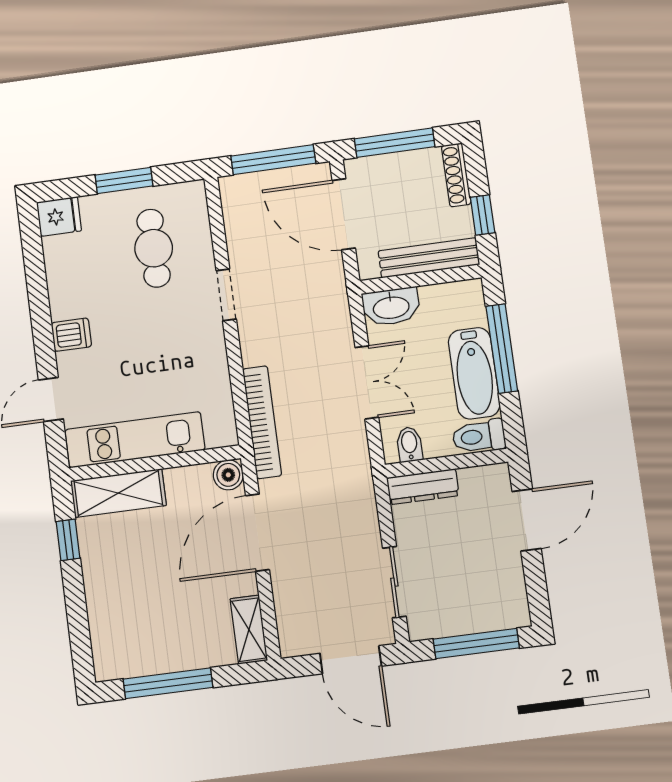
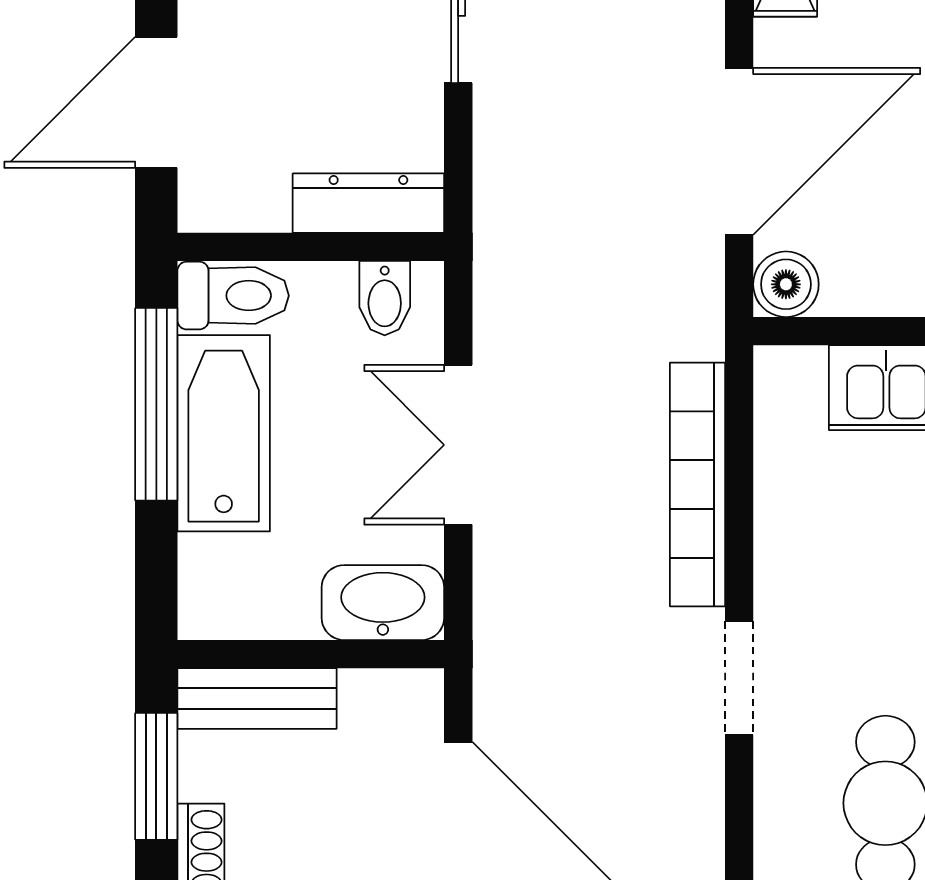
window: (483, 215) -> (156, 776), width x1.50
bench: (429, 258) -> (257, 699), width x0.73
window: (502, 348) -> (156, 404), moved
bookcase: (262, 422) -> (697, 485), moved

